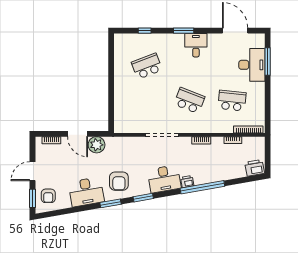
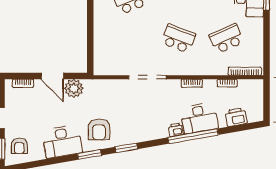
school desk: (232, 101) -> (226, 39), turned -30
printer: (255, 168) -> (236, 117), moved
desk: (164, 179) -> (199, 118), moved

